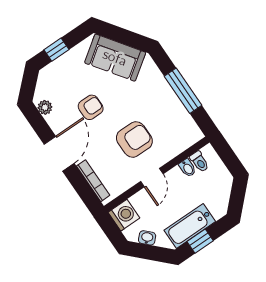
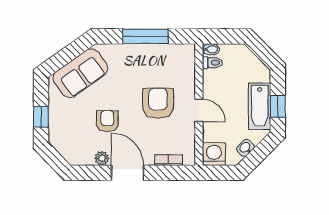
plant: (45, 107) -> (102, 158), moved
bidet: (187, 168) -> (211, 49), moved
bookcase: (93, 181) -> (169, 160), width x0.64

